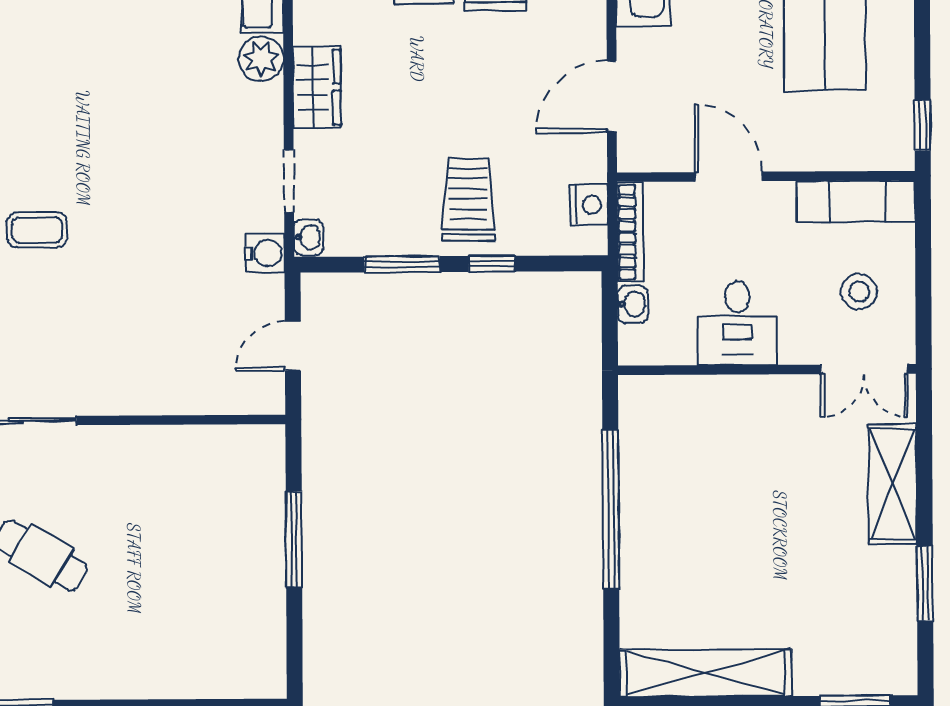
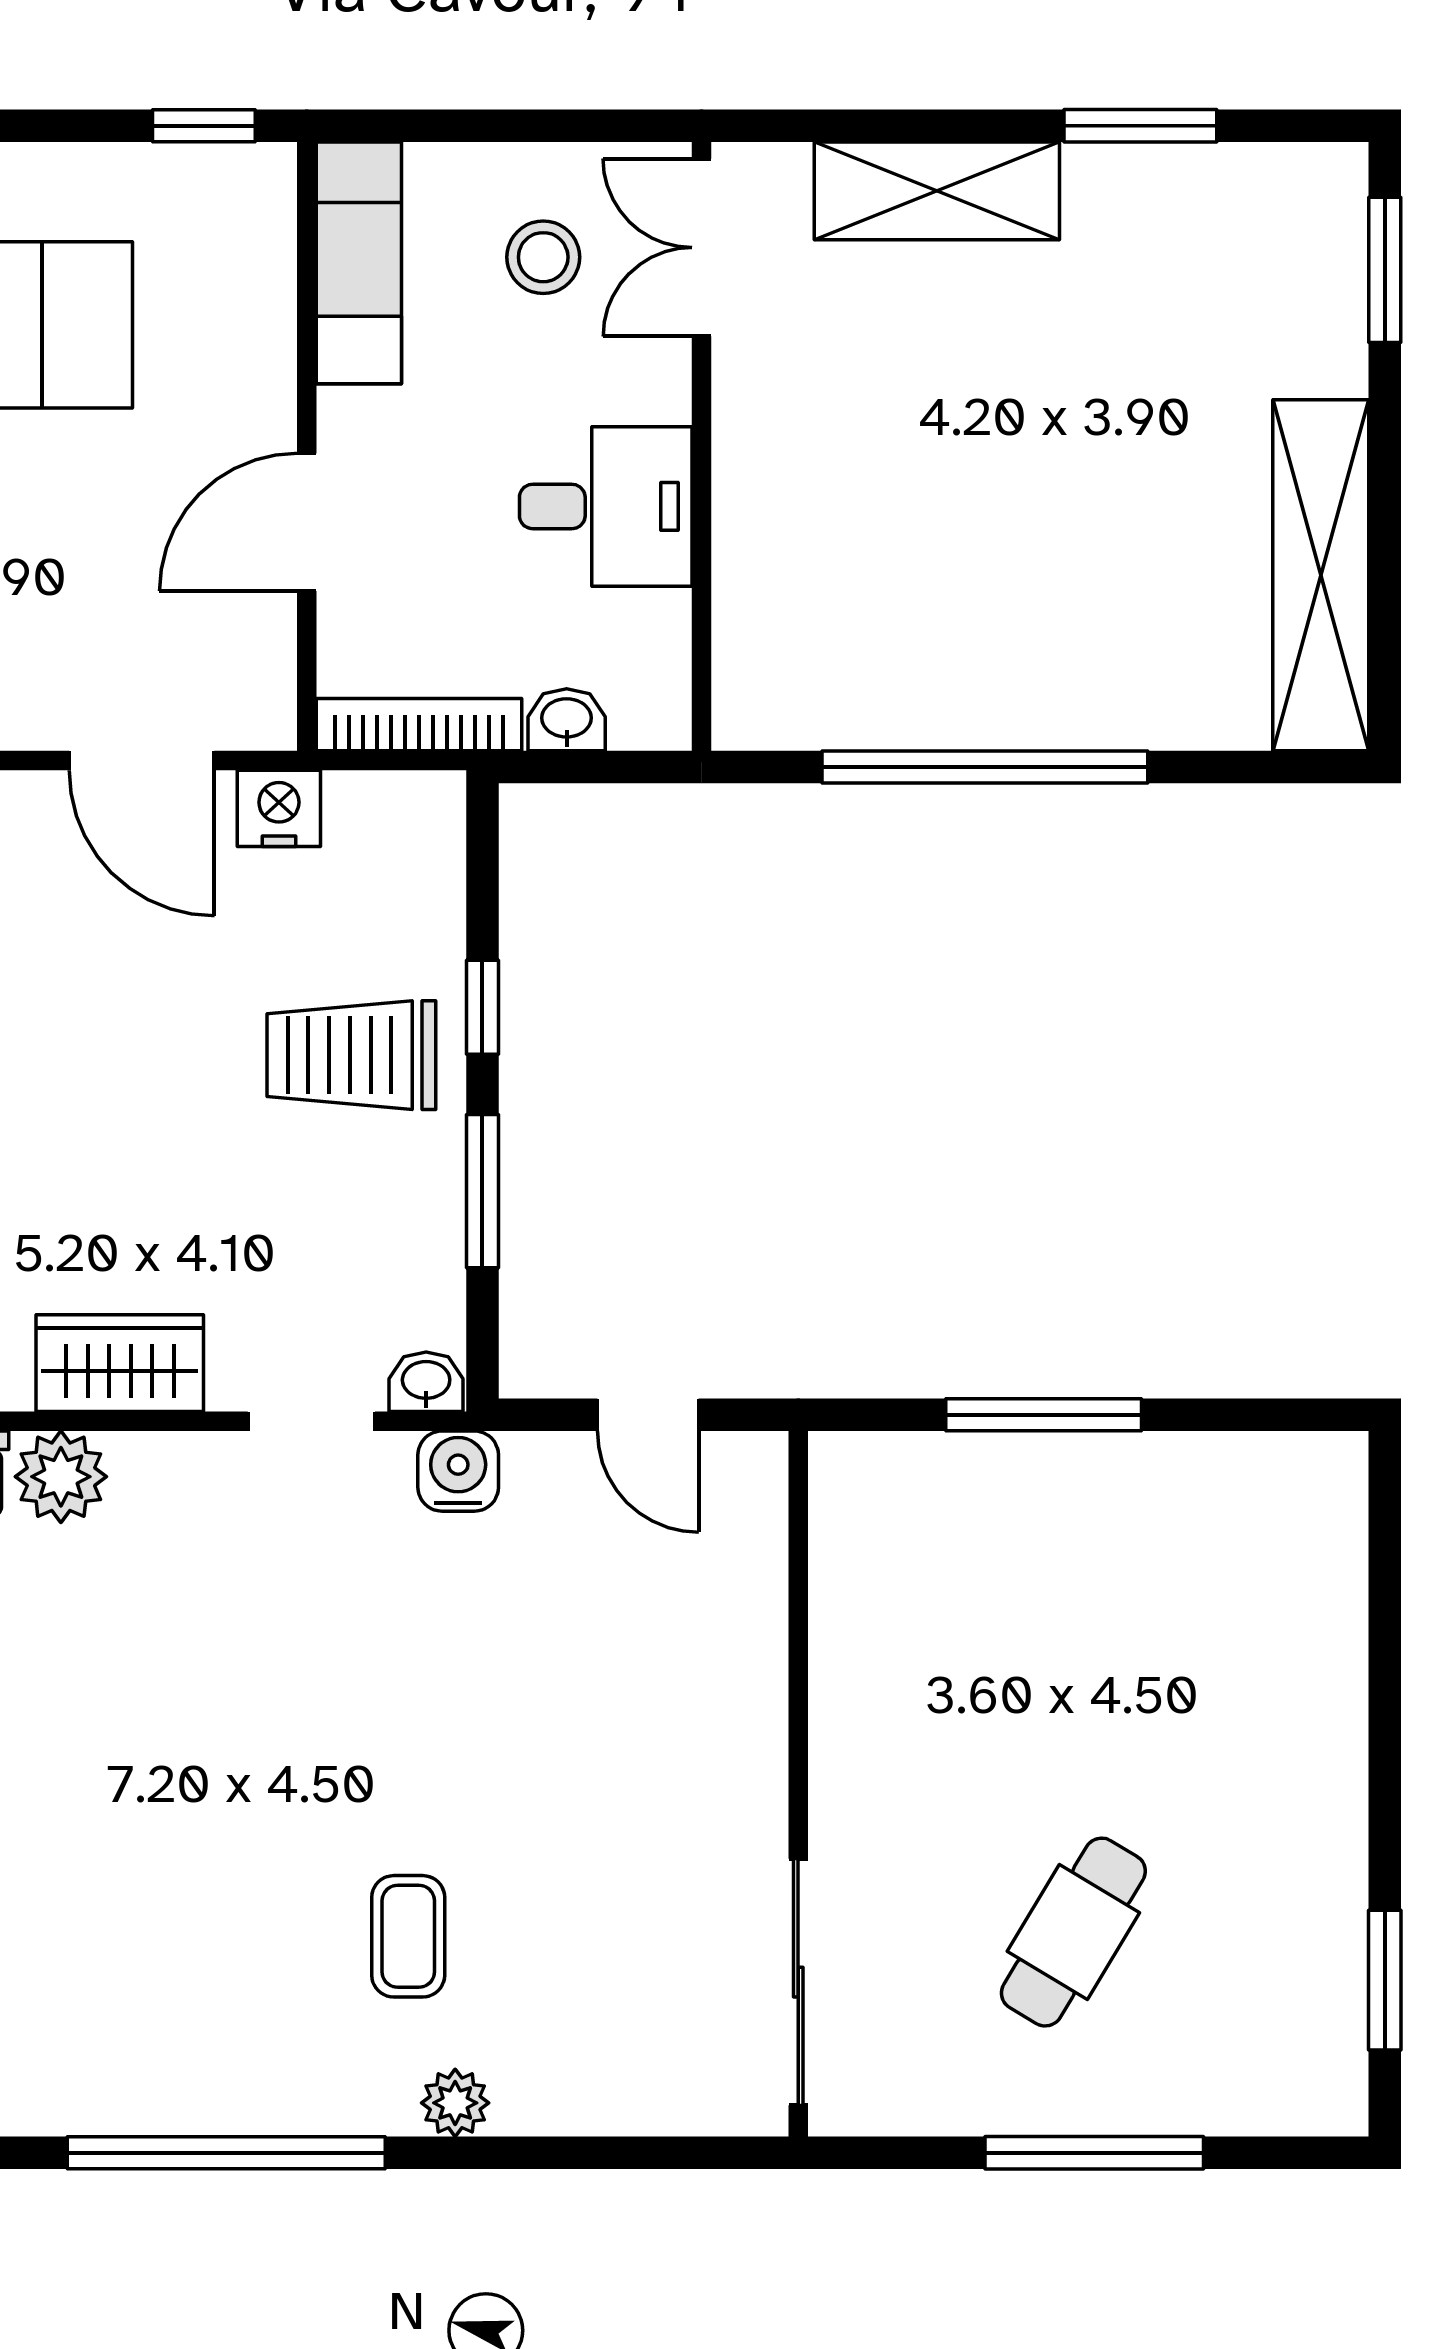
nightstand: (589, 205) -> (279, 808), moved
double door: (864, 369) -> (702, 248), swing flipped

